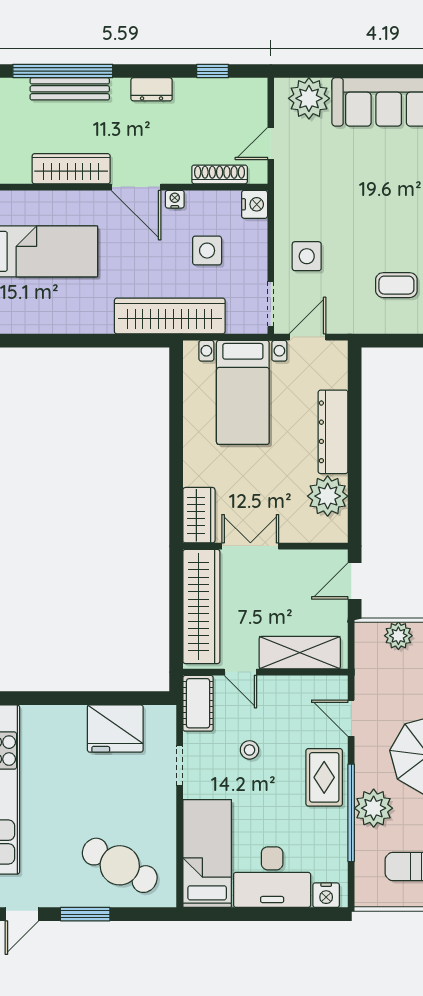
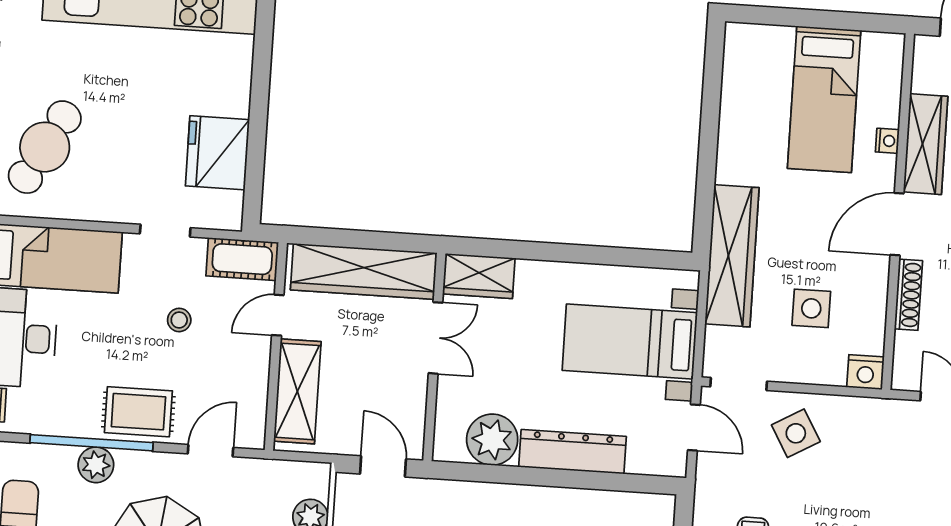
shoe rack: (220, 174) -> (908, 295), moved
nightstand: (175, 199) -> (887, 141), moved
side table: (307, 256) -> (796, 433), turned -30
plant: (374, 808) -> (96, 465), width x0.73, depth x0.73

